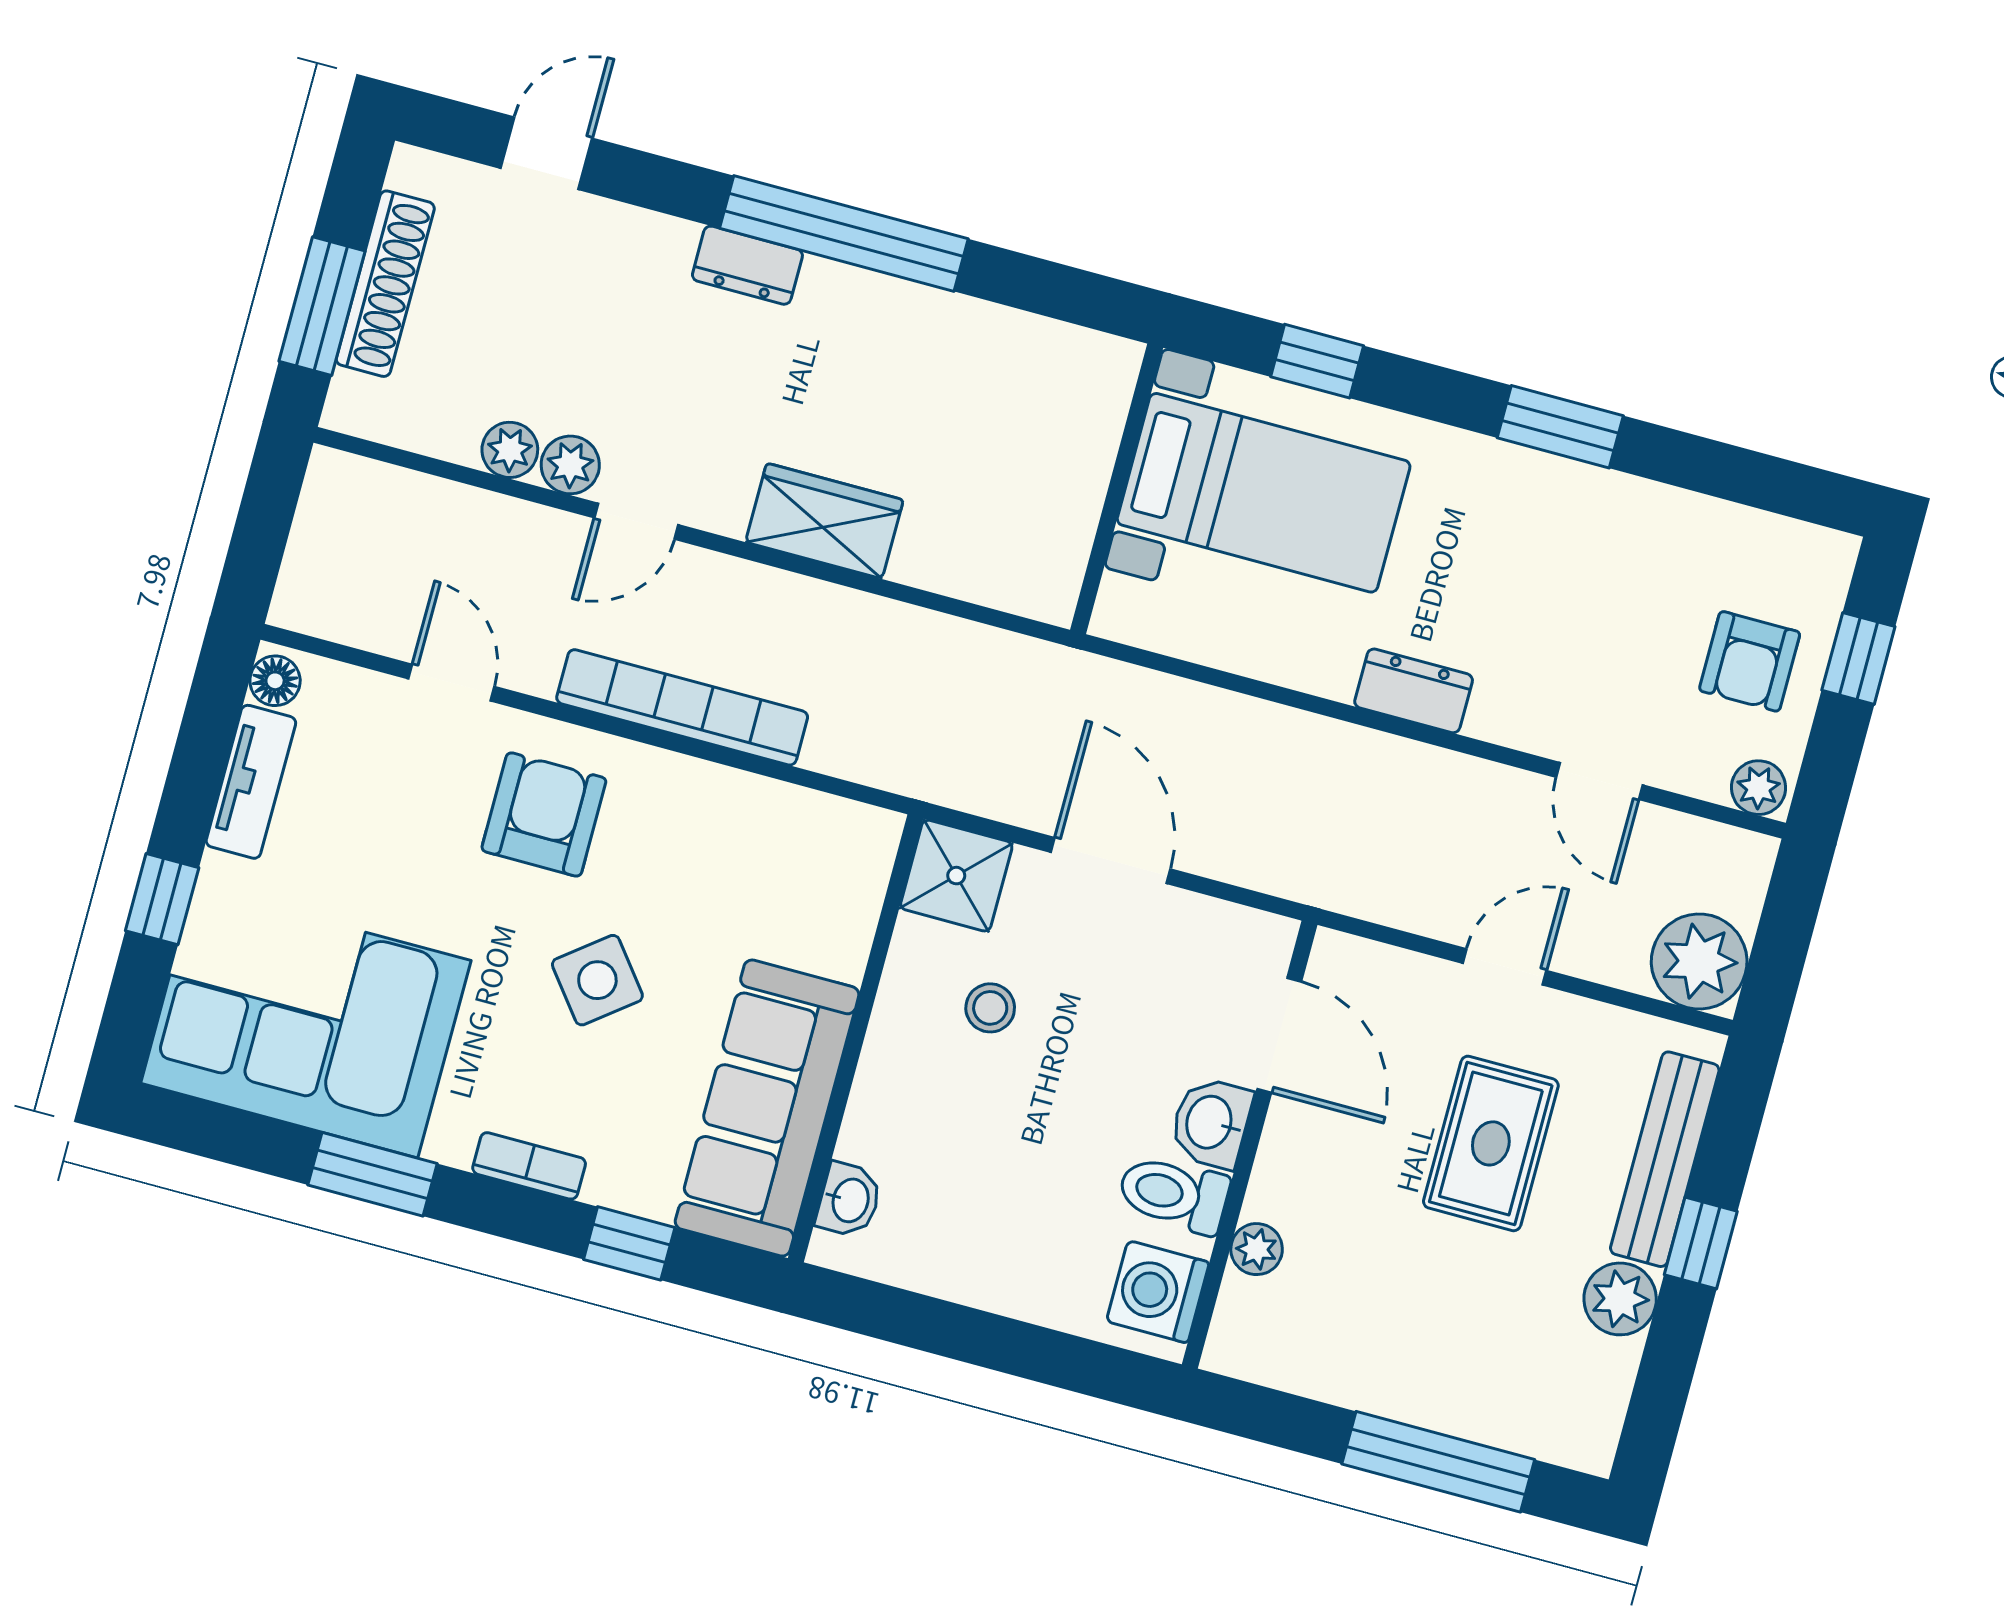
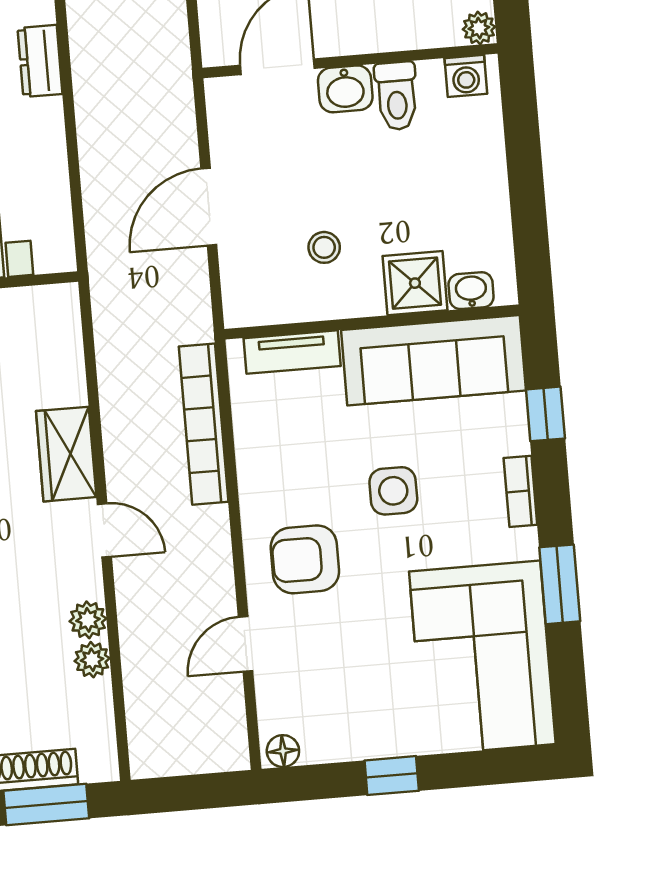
door: (636, 521) -> (104, 530), moved
bookcase: (682, 707) -> (204, 424), moved
tv unit: (251, 782) -> (292, 352), moved, turned 180
shower: (956, 876) -> (415, 283), moved
window: (162, 899) -> (392, 776), moved
side table: (597, 980) -> (393, 491), turned 38
plant: (1257, 1249) -> (479, 28), moved
washing machine: (1158, 1292) -> (466, 76), width x0.73, depth x0.73

